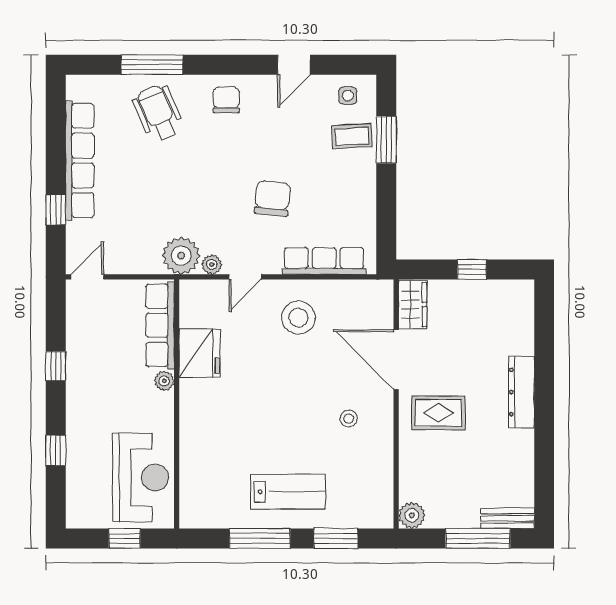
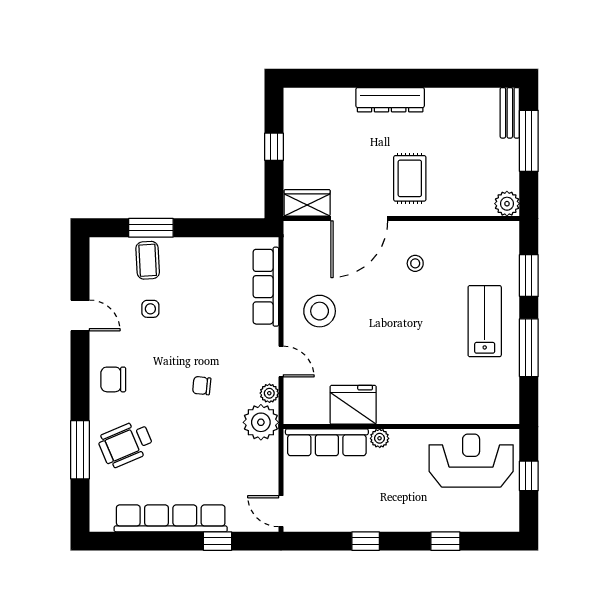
side table: (348, 96) -> (150, 309), moved
chair: (272, 198) -> (202, 386), moved, width x0.54, depth x0.54

